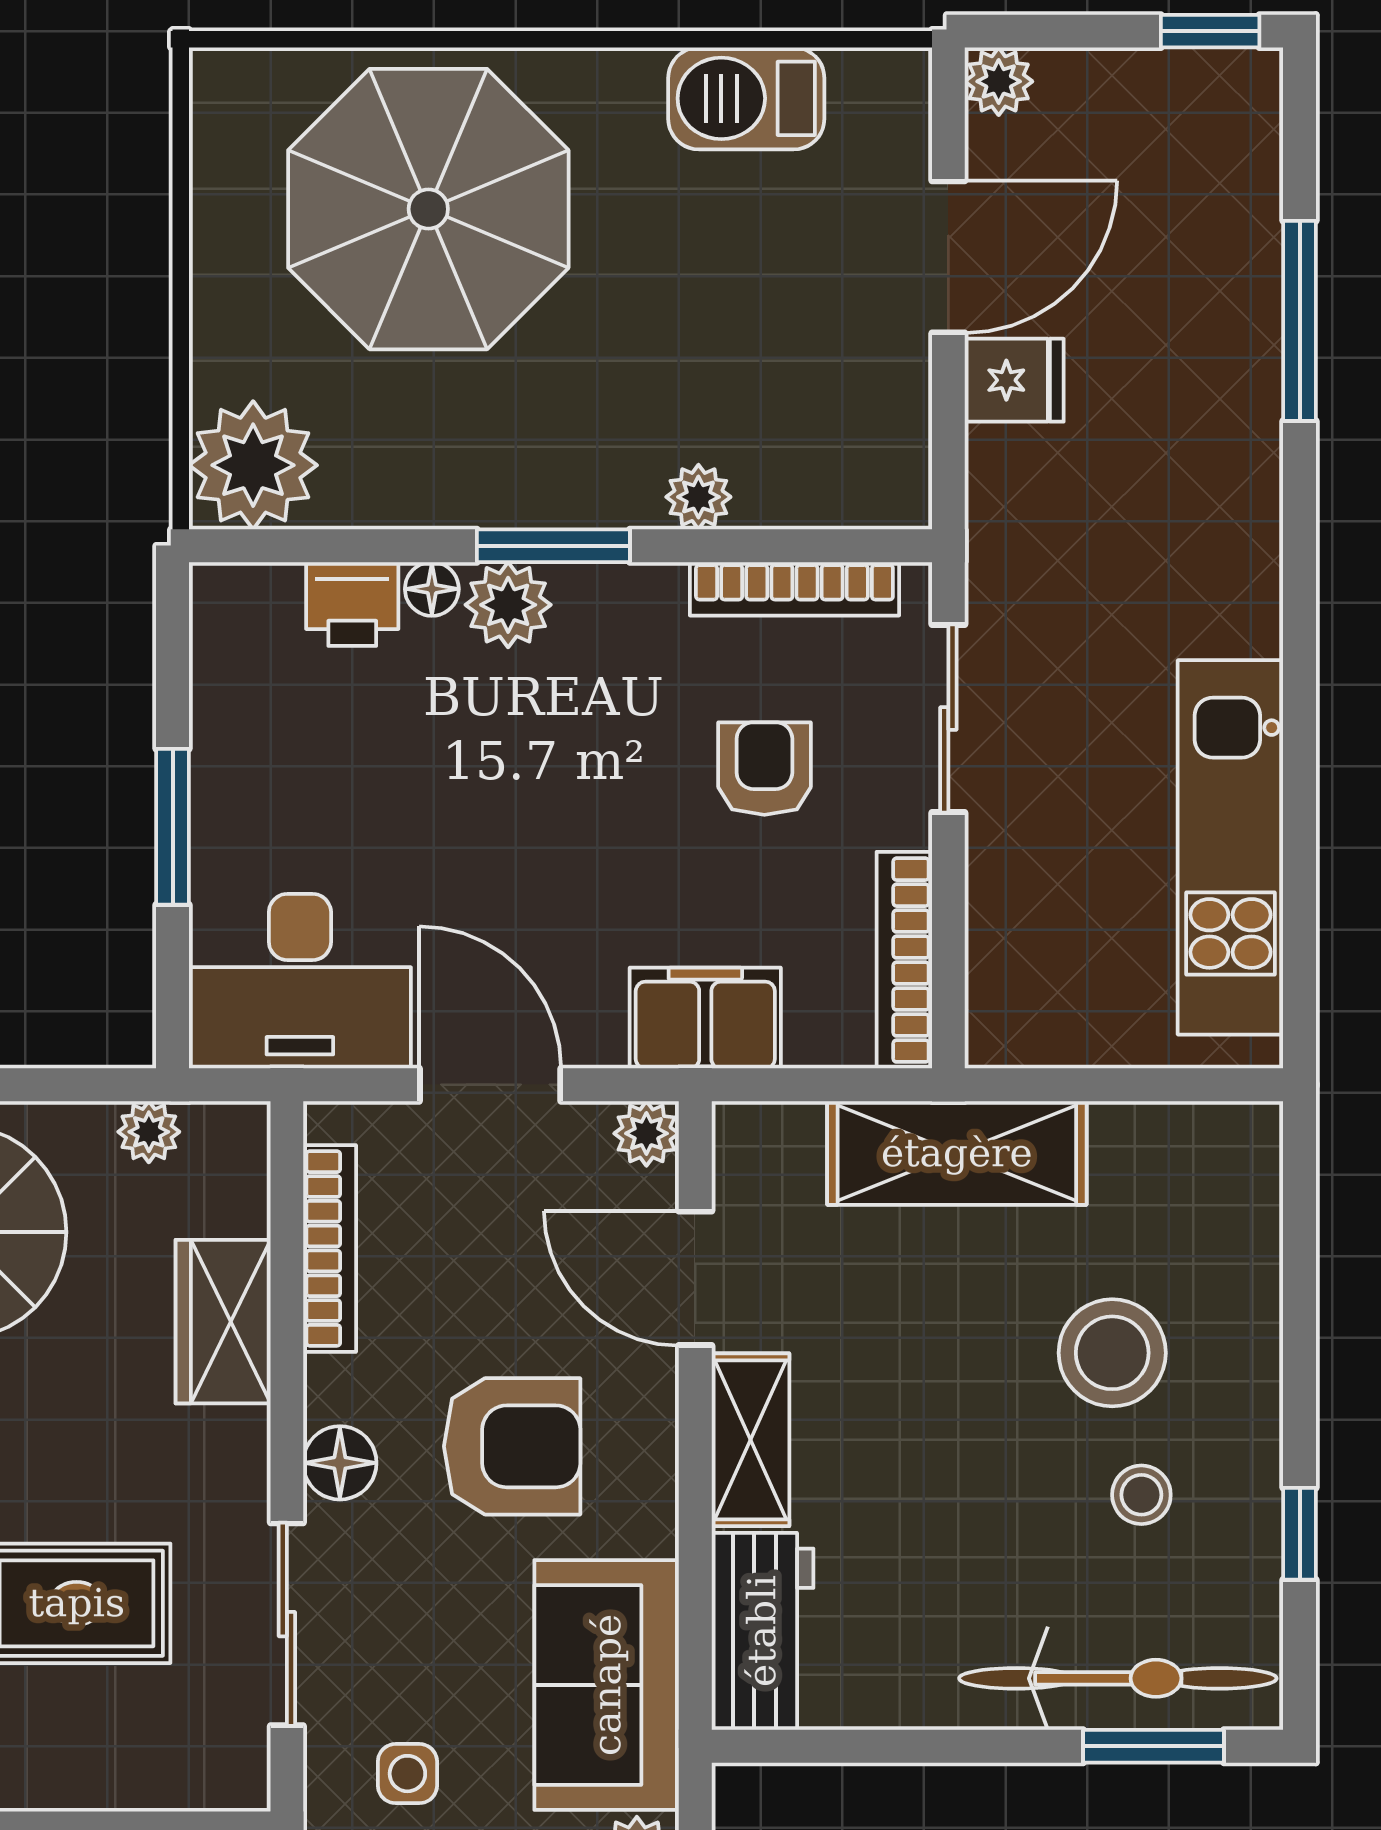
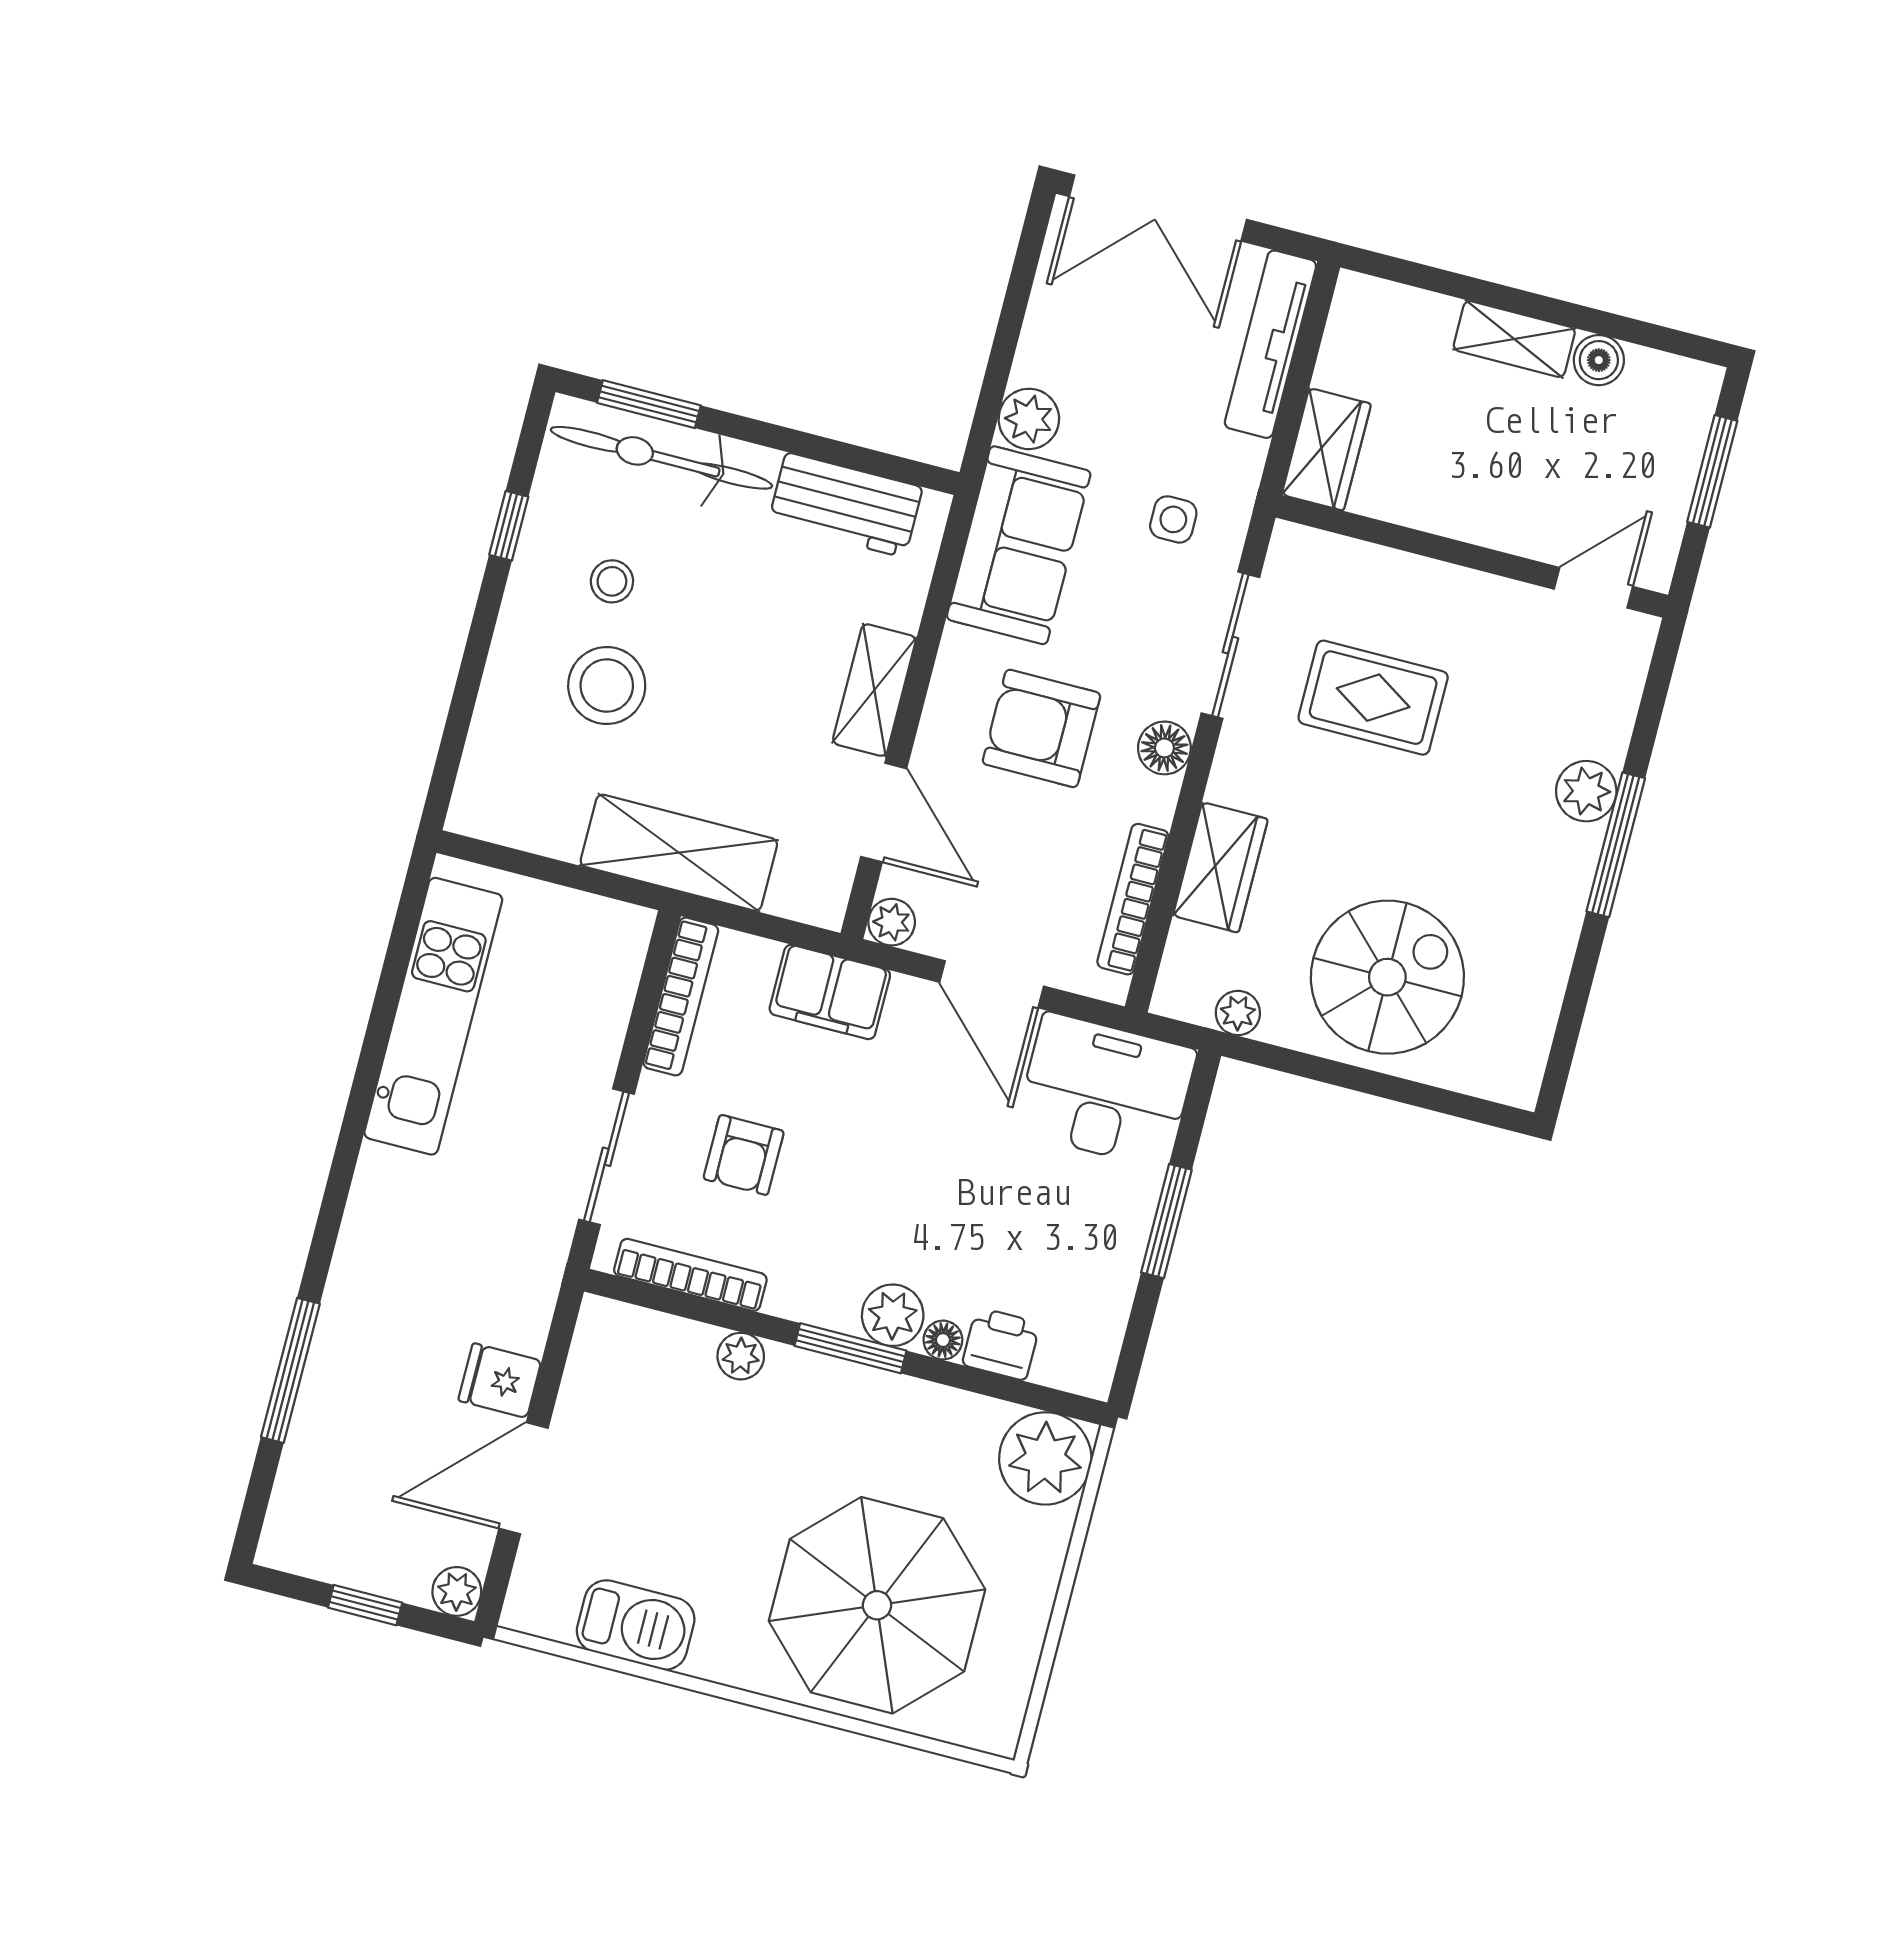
window: (1210, 31) -> (365, 1605), moved
workbench: (762, 1631) -> (845, 505), moved, turned -90

